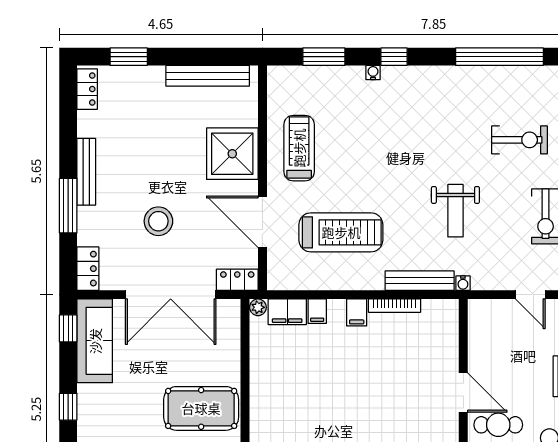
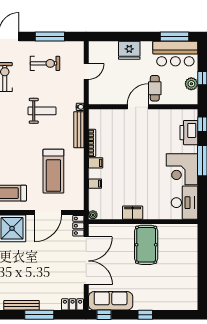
stool: (158, 221) -> (48, 267), removed
treadmill: (341, 232) -> (53, 171), turned 180
filing cabinet: (287, 312) -> (133, 213), moved, turned -90

